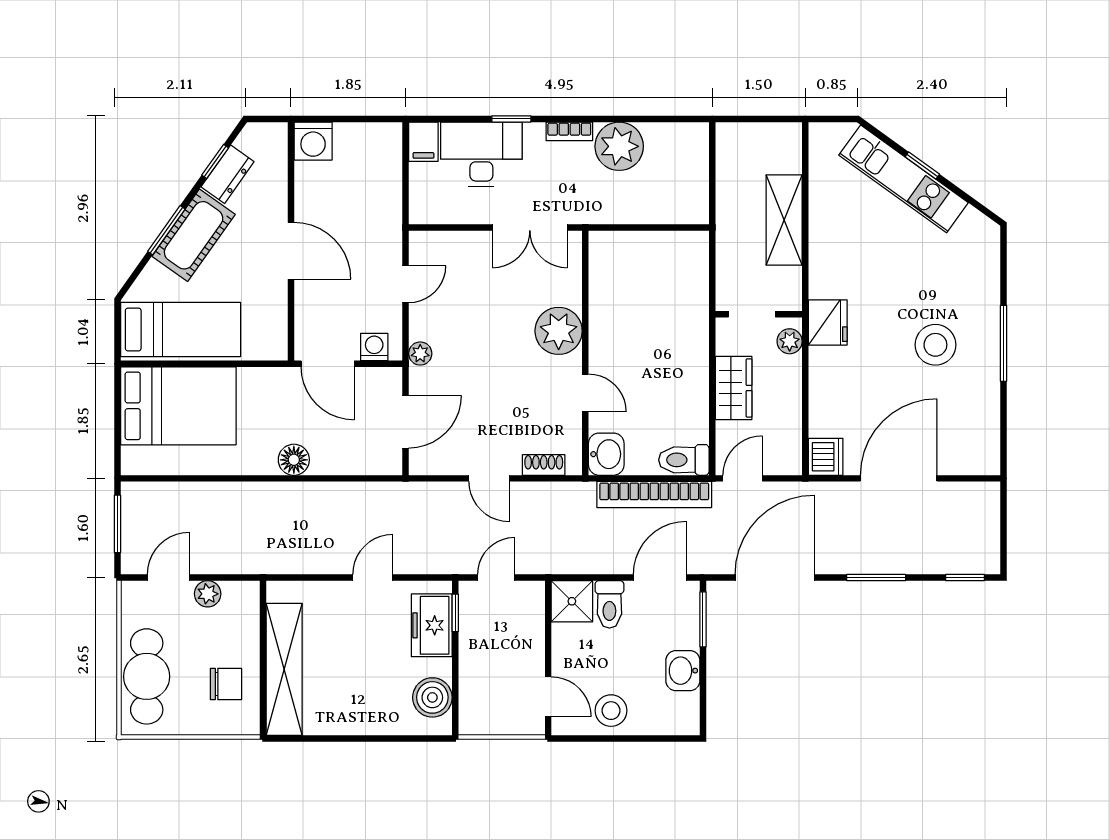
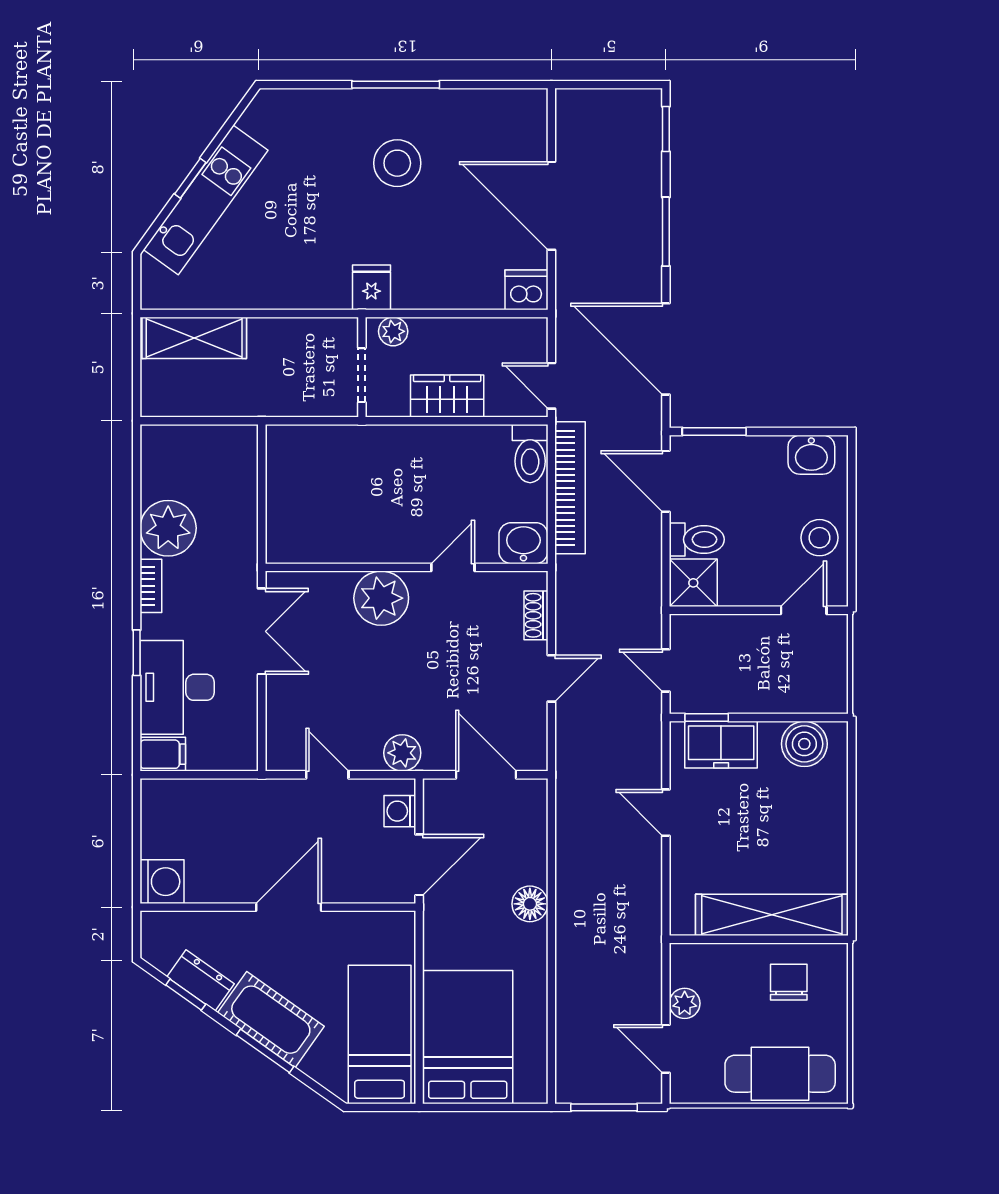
shelving: (784, 220) -> (194, 338), moved
fridge: (828, 322) -> (371, 287), width x0.72
plant: (420, 354) -> (402, 753), width x1.38, depth x1.38
washbasin: (683, 671) -> (811, 455), moved

